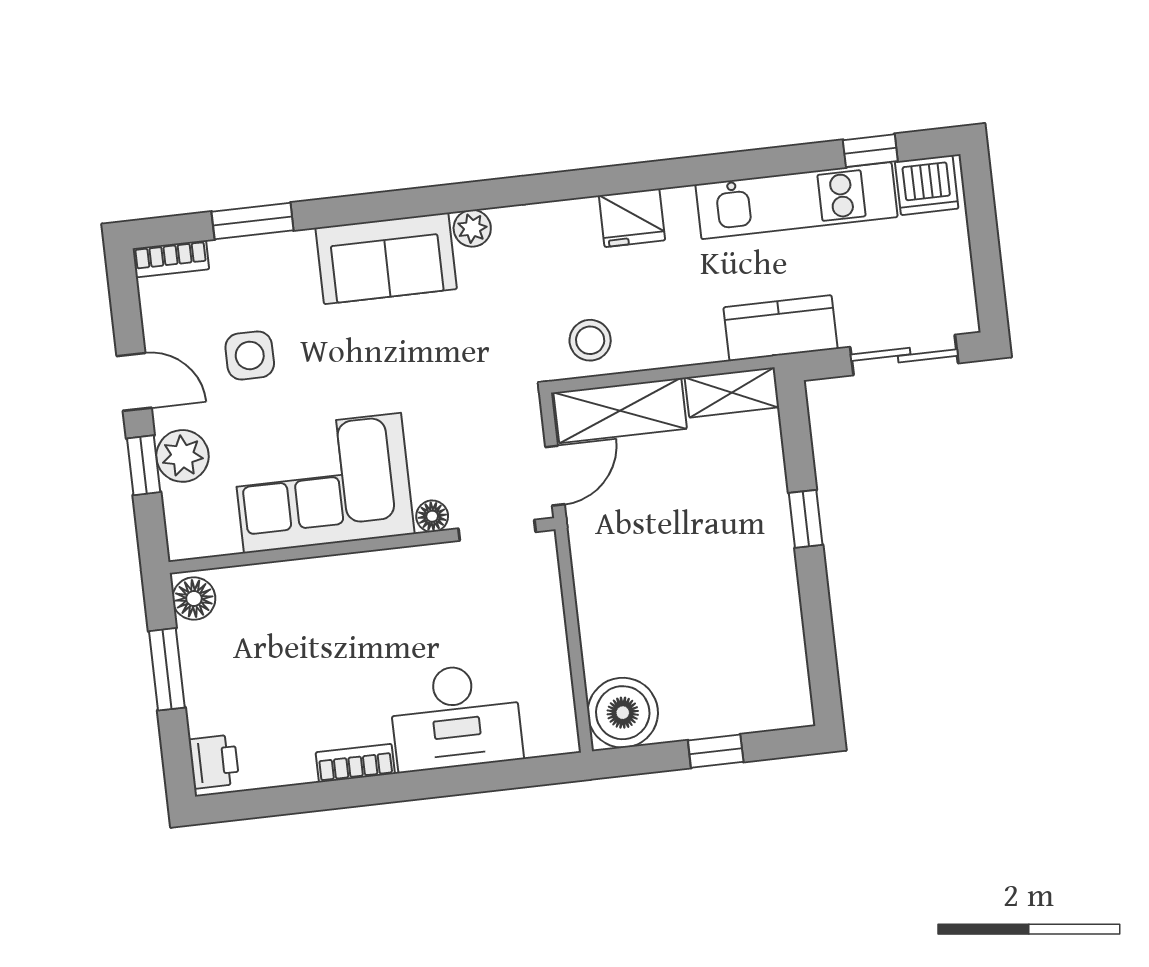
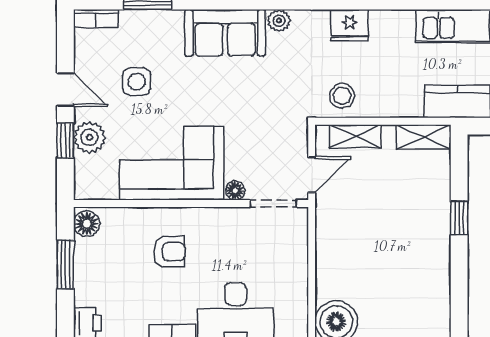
fridge: (632, 218) -> (350, 25), moved
shelving: (620, 411) -> (355, 136), width x0.67, depth x0.75
armchair: (335, 629) -> (169, 252), added

